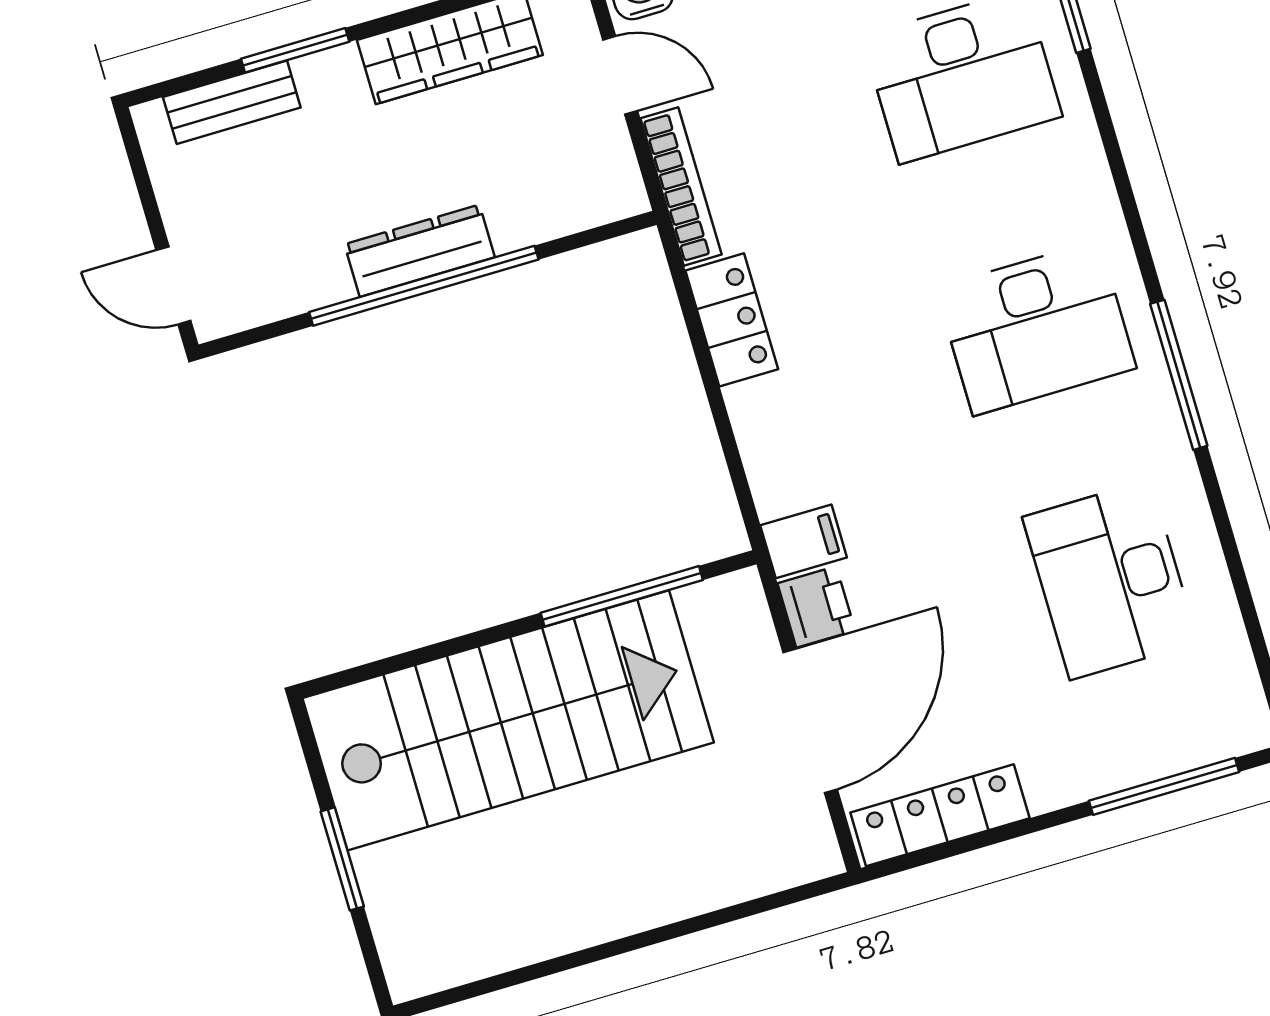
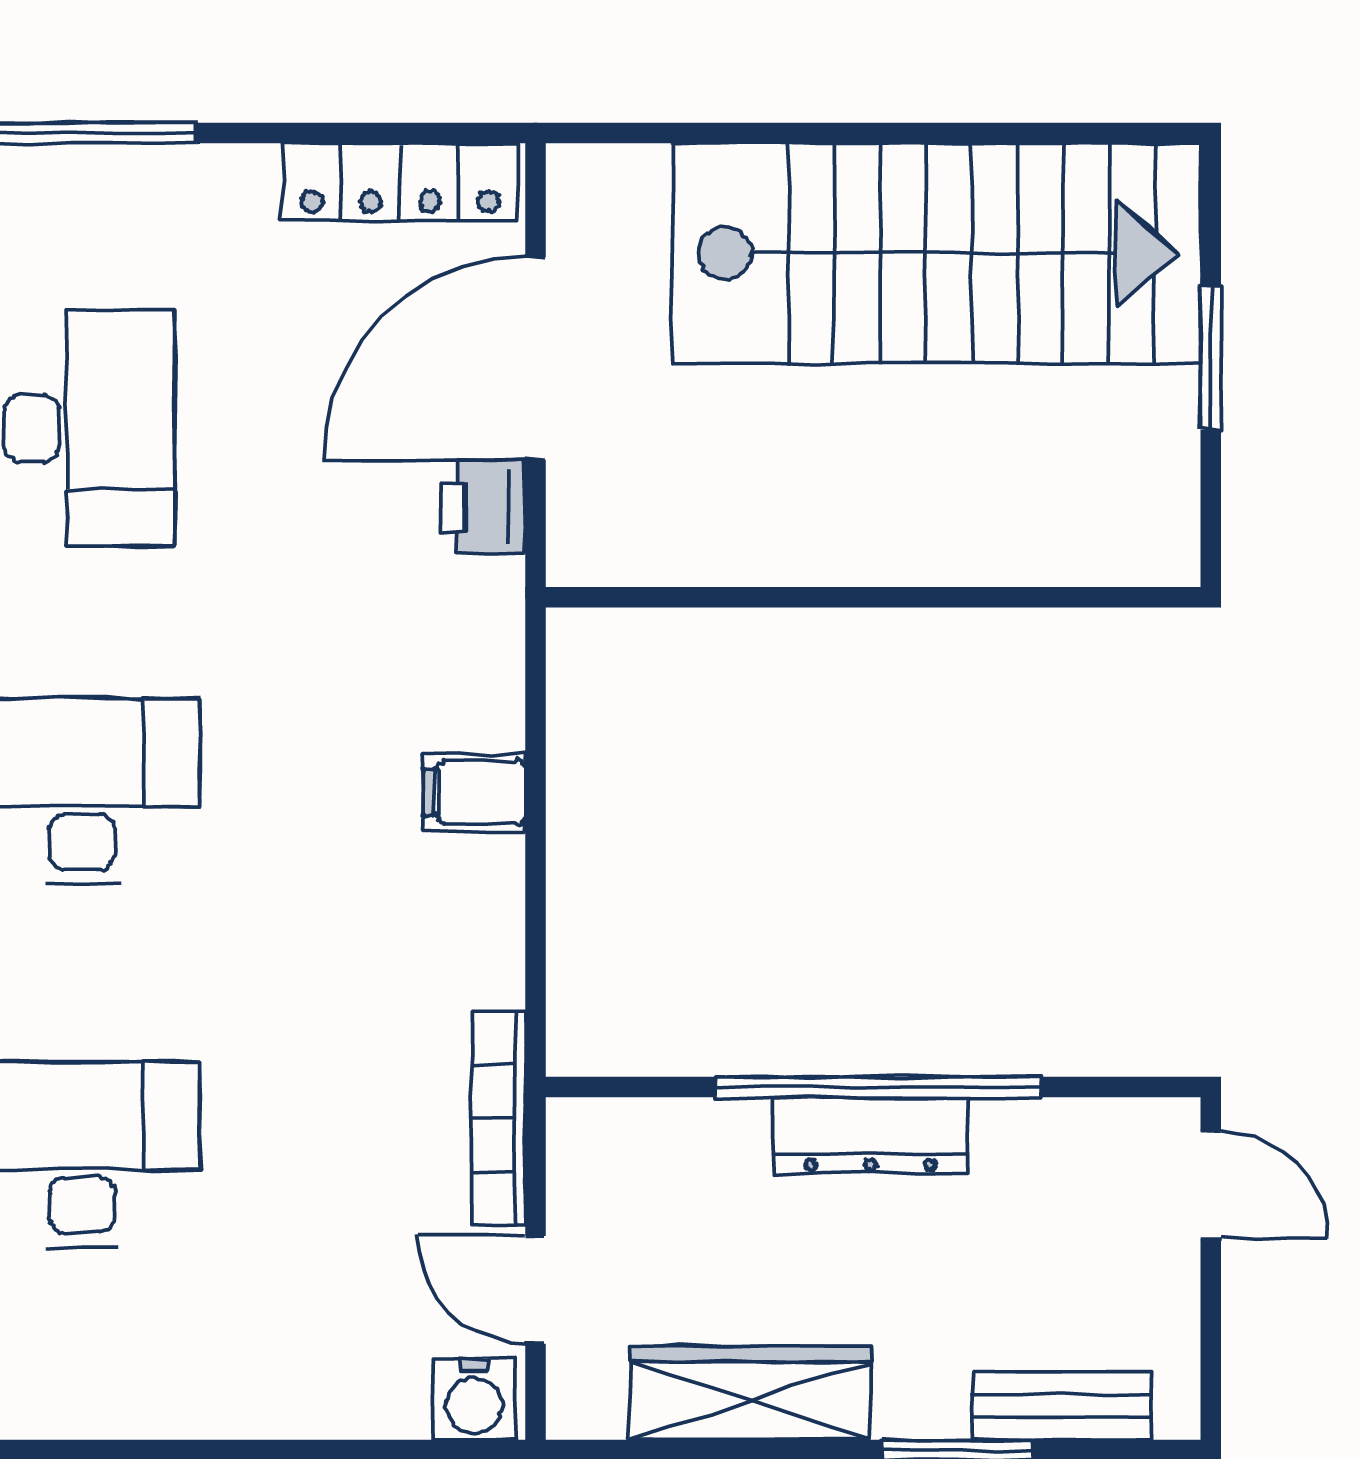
locker: (732, 320) -> (483, 921), removed
filing cabinet: (804, 541) -> (474, 792), moved
window: (622, 596) -> (737, 597), removed
stairs: (508, 720) -> (936, 253), moved, turned 180

